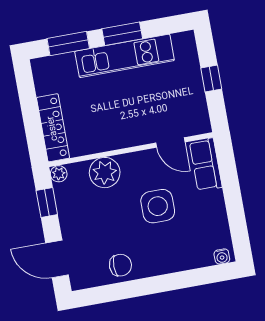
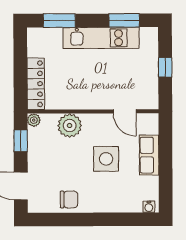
window: (122, 34) -> (124, 20), moved
row of seats: (206, 165) -> (149, 155), moved

